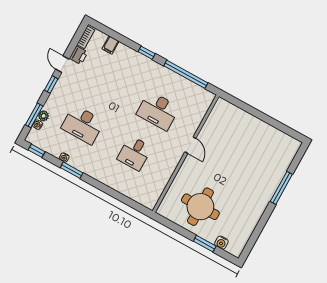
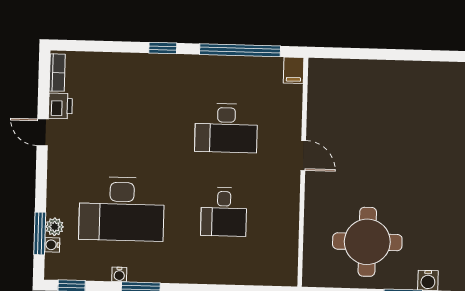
filing cabinet: (111, 45) -> (294, 70), moved
window: (51, 84) -> (41, 172), removed
desk: (83, 125) -> (122, 209), width x1.36, depth x1.30

